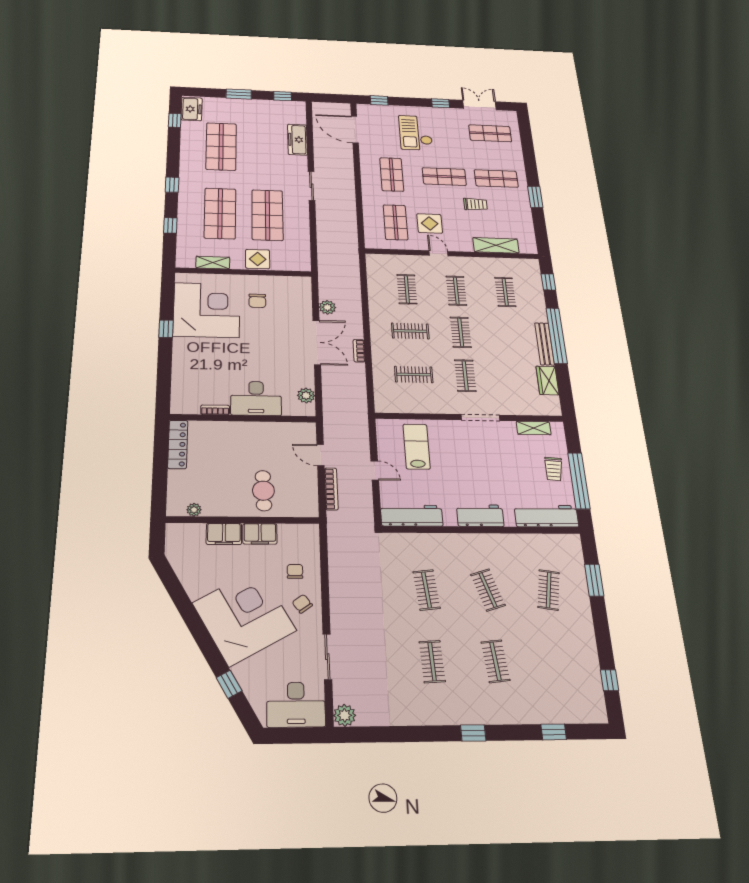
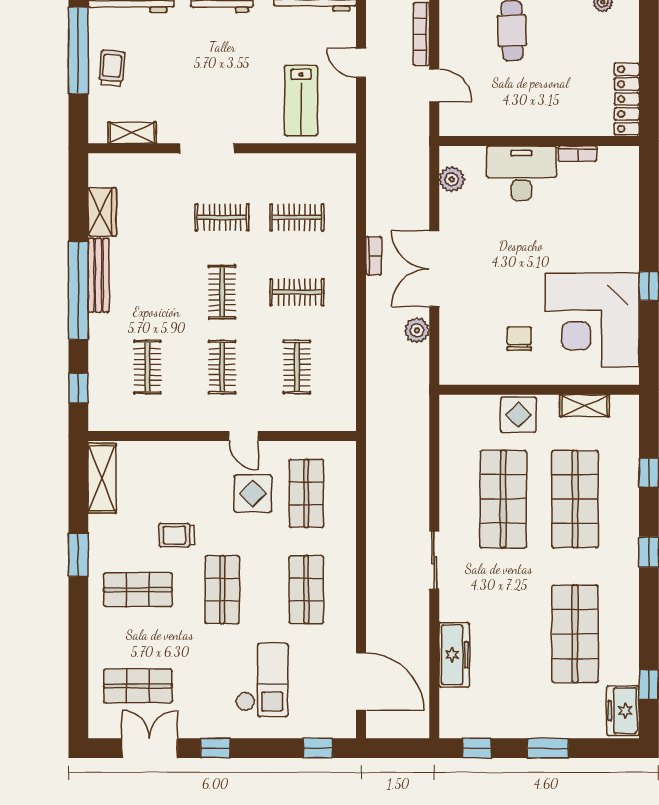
double door: (479, 105) -> (150, 748), swing flipped
shop shelf: (444, 176) -> (222, 590), turned 90
shelving: (496, 245) -> (102, 478), moved, turned 90
clothes rail: (465, 376) -> (222, 217), turned 90

